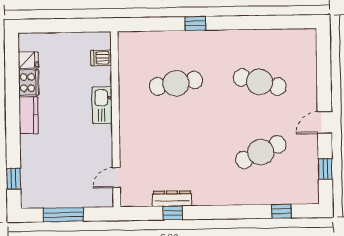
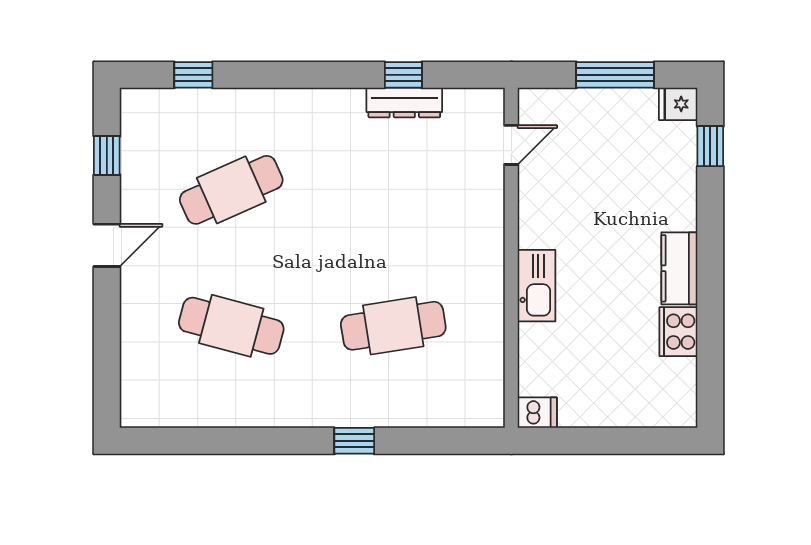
dishwasher: (101, 58) -> (537, 413), moved
fridge: (28, 60) -> (678, 104), moved

